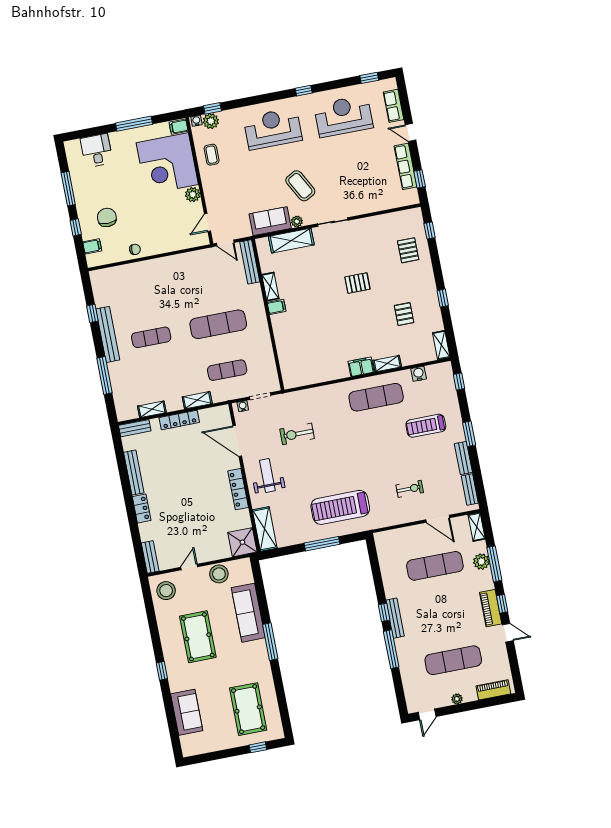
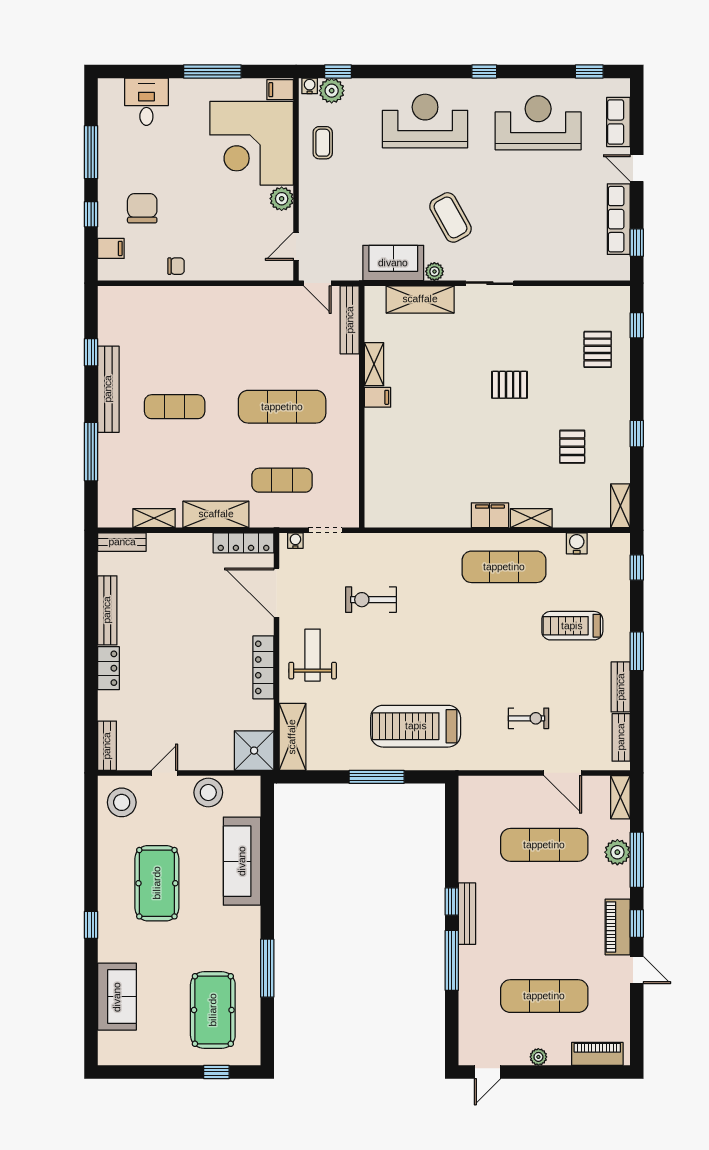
shelving: (197, 400) -> (216, 514), width x1.50, depth x1.33
locker: (179, 420) -> (243, 543), moved
window: (270, 642) -> (267, 968), moved

